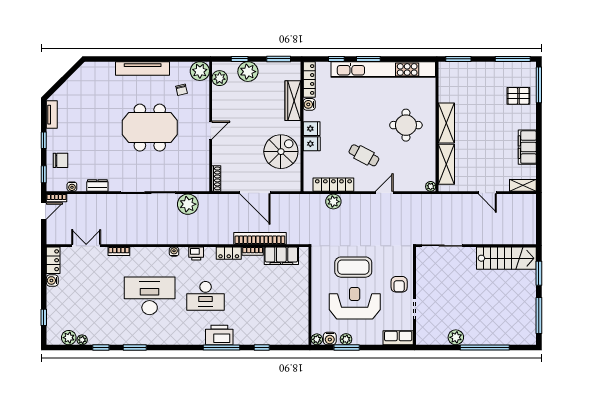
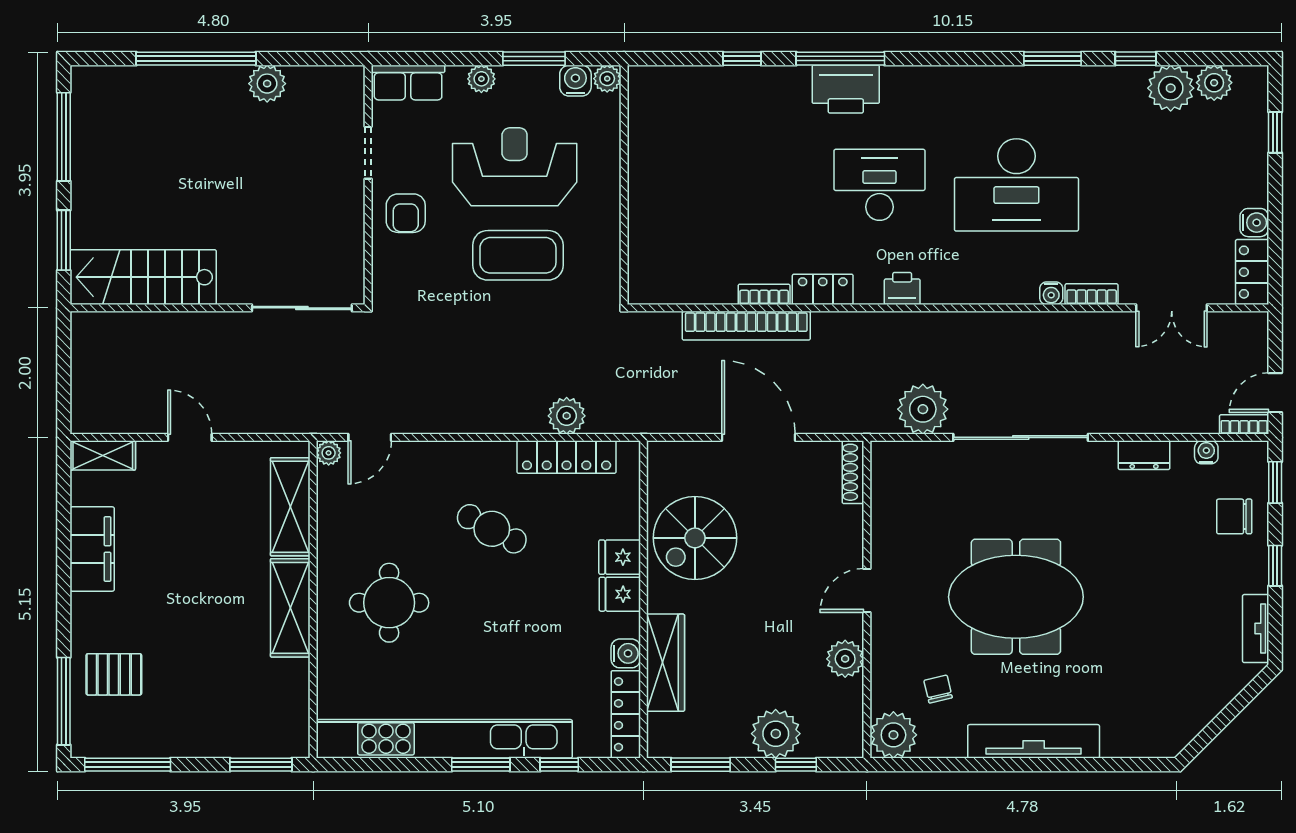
plant: (220, 78) -> (845, 659), moved
door: (384, 193) -> (370, 437), moved
water cooler: (174, 252) -> (1051, 293), moved
filing cabinet: (281, 256) -> (694, 283), removed
armchair: (399, 284) -> (406, 213), turned 180
reception desk: (355, 303) -> (515, 167), turned 180
plant: (346, 339) -> (481, 79), moved
plant: (82, 340) -> (1171, 88), width x1.88, depth x1.88

